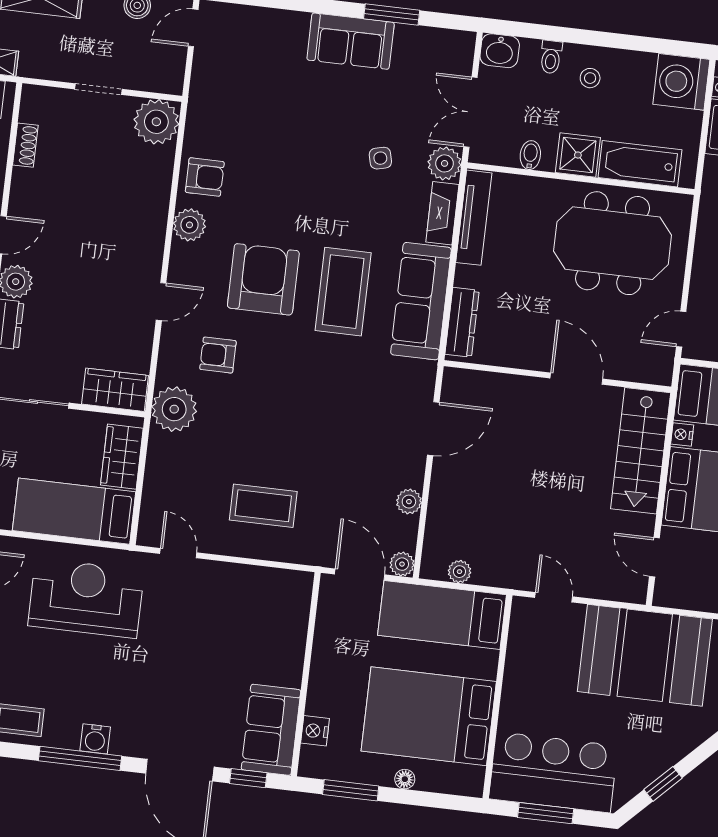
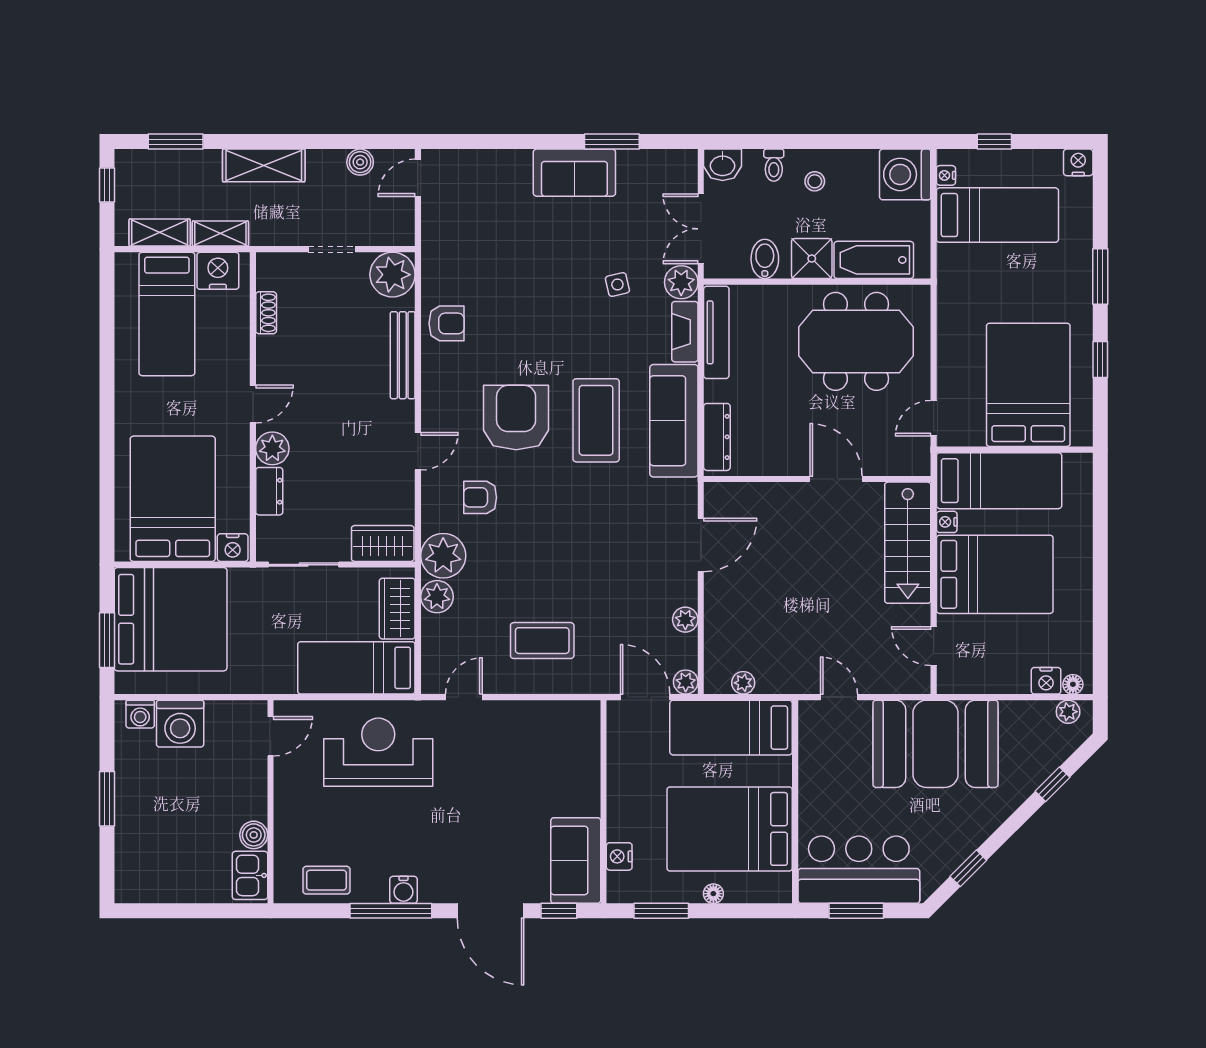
bidet: (530, 155) -> (765, 259), width x1.38, depth x1.36
bench: (157, 204) -> (403, 355), added
plant: (189, 225) -> (437, 597), moved
door: (178, 553) -> (464, 697), hinge flipped

